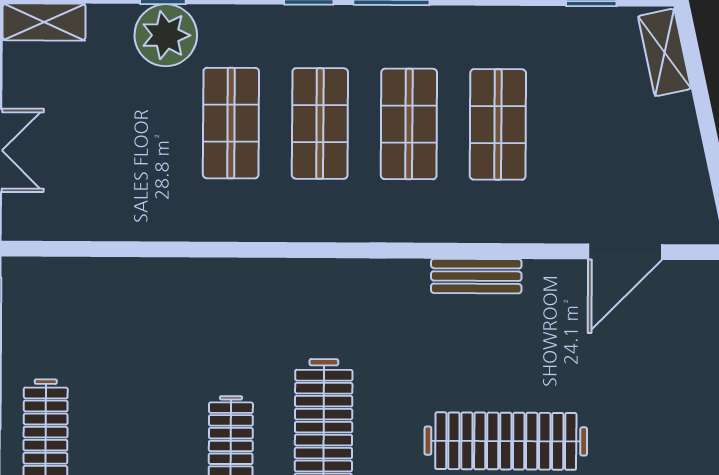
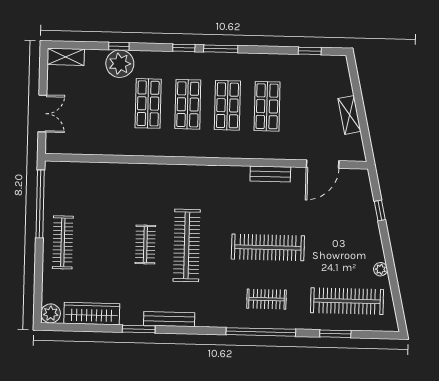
shelving: (665, 52) -> (349, 115), moved
bench: (476, 276) -> (270, 174), moved

